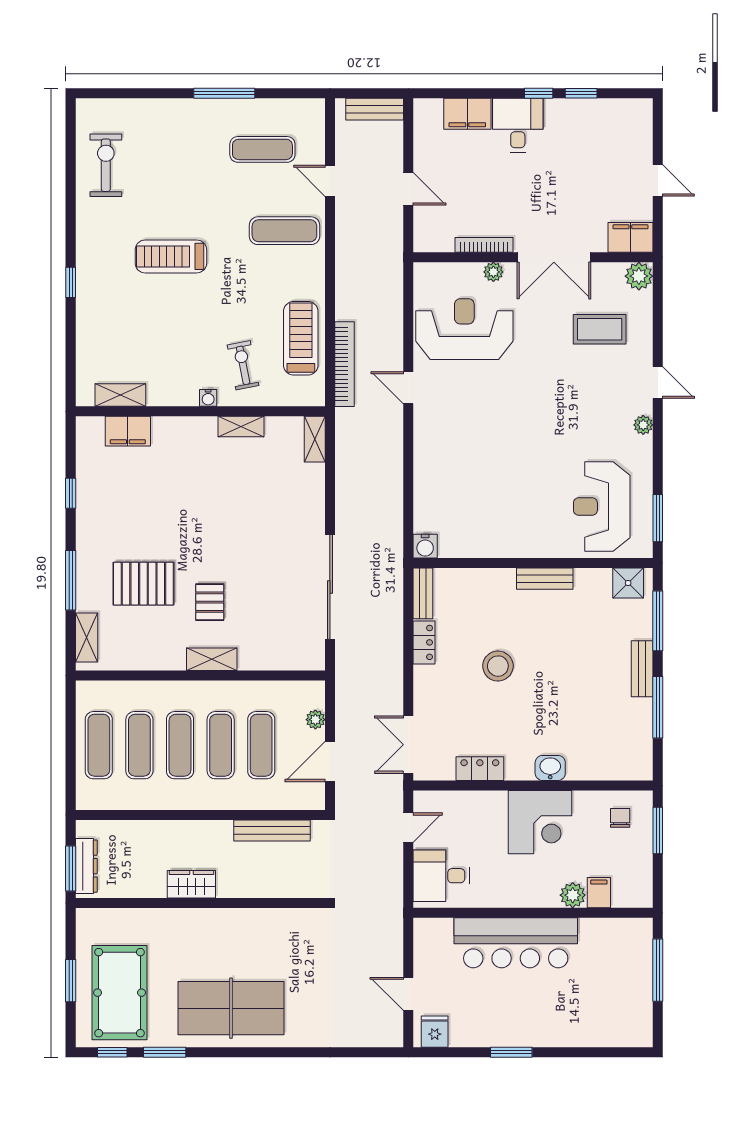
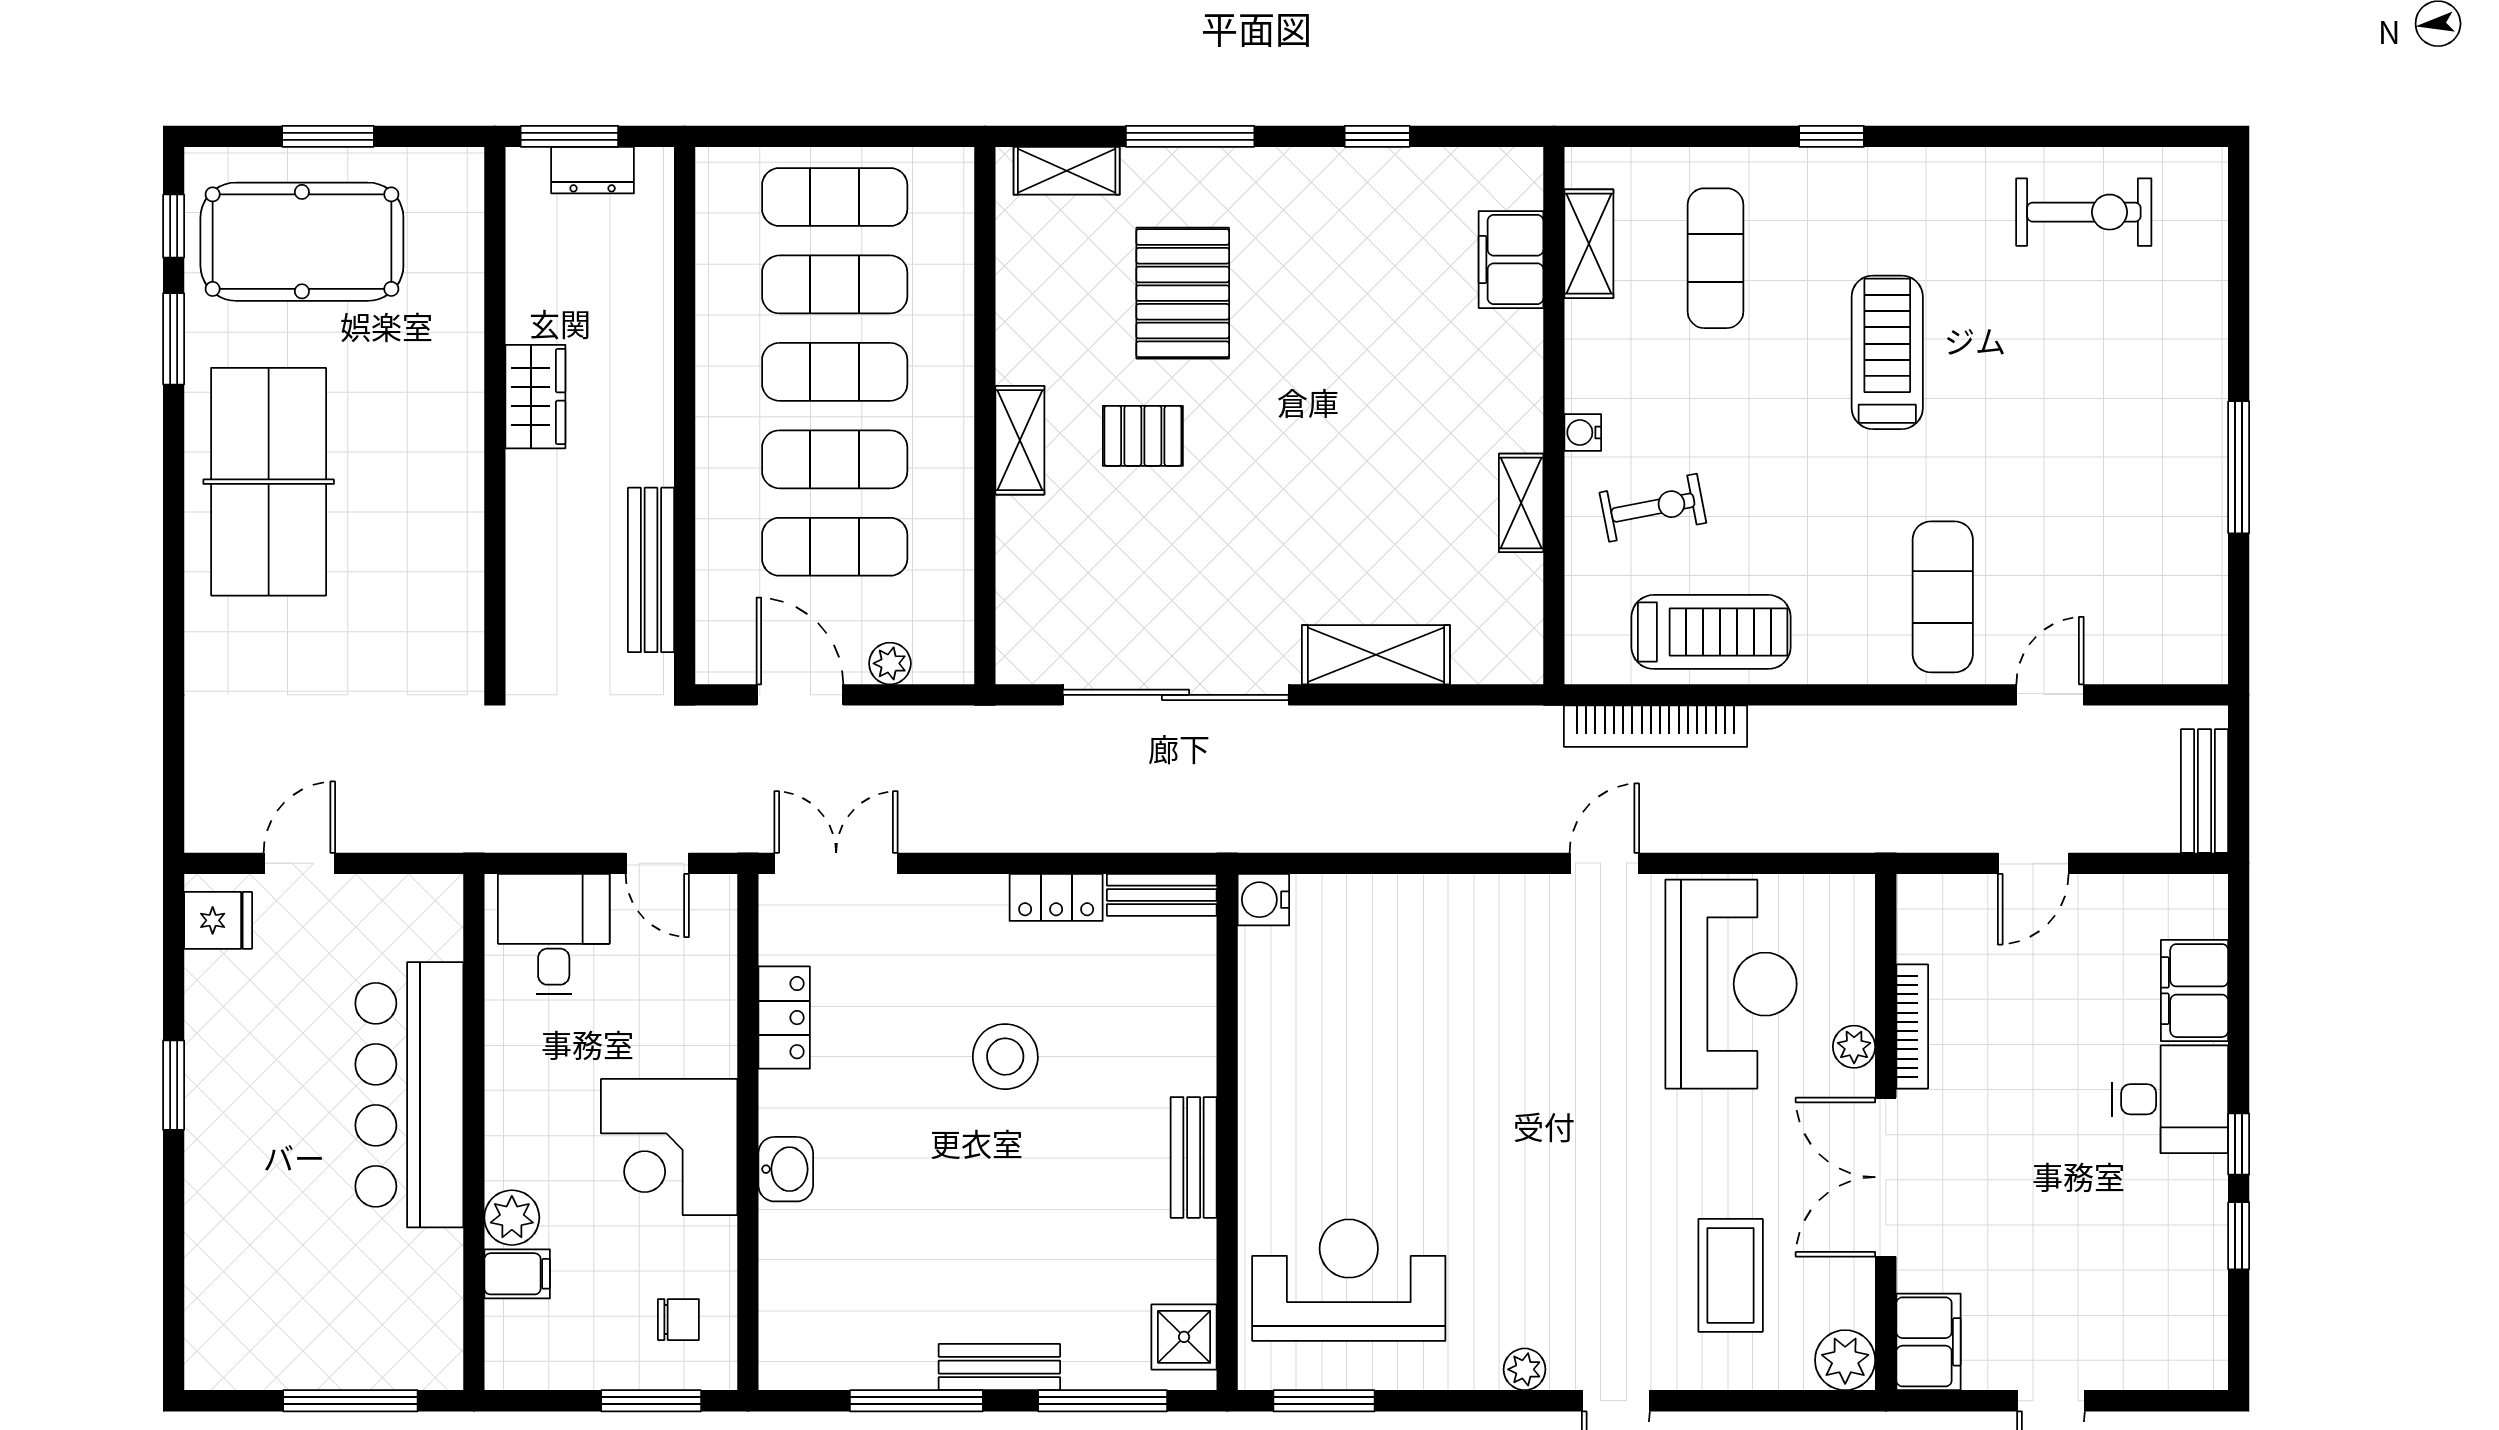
exercise mat: (262, 149) -> (1715, 258), moved
shelving: (315, 439) -> (1376, 655), moved, width x1.50, depth x1.33
dresser: (86, 866) -> (593, 170), width x0.70

